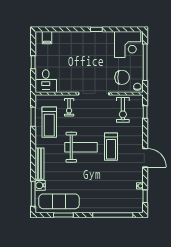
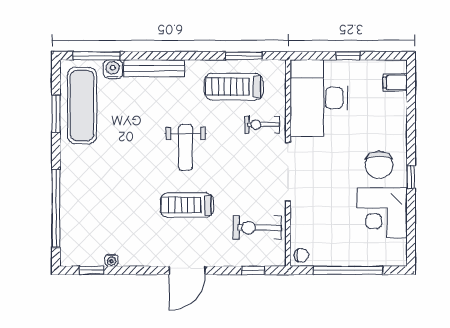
corner desk: (128, 44) -> (382, 213), moved
chair: (122, 77) -> (379, 165), moved
desk: (46, 81) -> (319, 98), width x1.87, depth x1.30
weight bench: (81, 147) -> (186, 147), width x0.73, depth x0.75
door: (145, 158) -> (187, 270), moved

